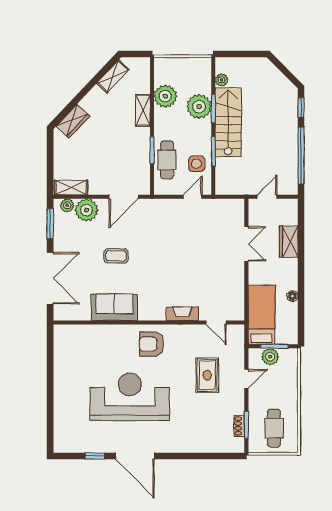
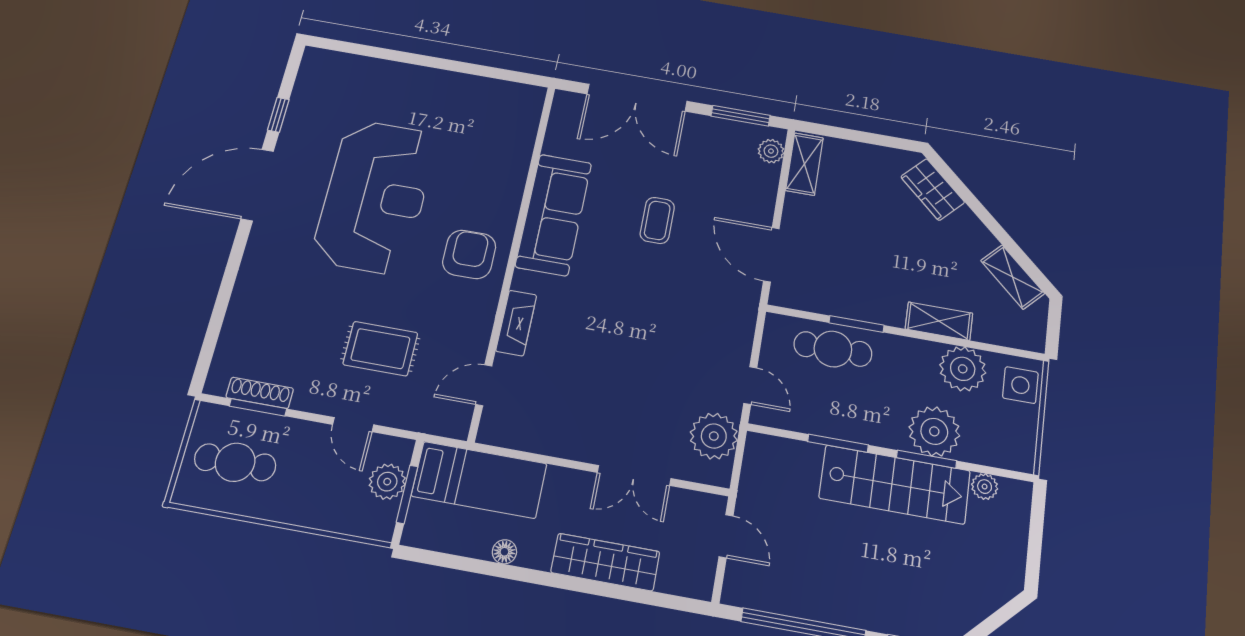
side table: (197, 164) -> (1020, 385), moved
plant: (86, 210) -> (714, 436), moved
wardrobe: (289, 242) -> (605, 562), width x1.50
sofa: (114, 307) -> (554, 215), width x1.36
shoe rack: (239, 426) -> (260, 393), width x1.43

